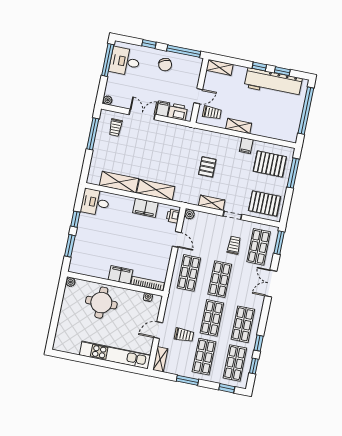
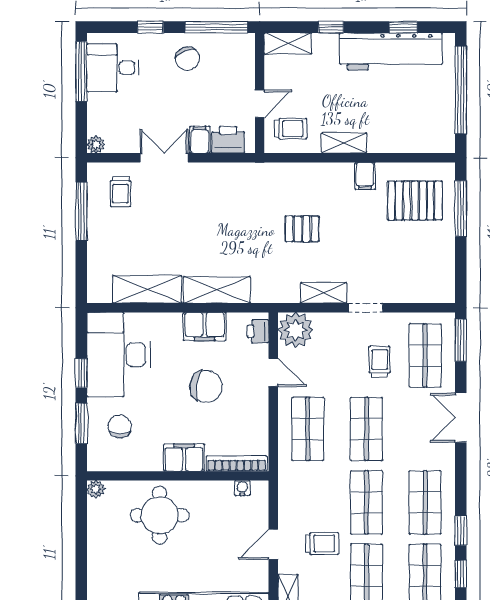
window: (259, 67) -> (331, 27), moved
pallet: (207, 167) -> (302, 229), turned 90
desk: (95, 202) -> (119, 355), width x1.87, depth x1.30
pallet: (265, 203) -> (420, 274), removed
plant: (189, 214) -> (296, 330), width x1.88, depth x1.88
chair: (140, 240) -> (206, 386), added
chair: (90, 251) -> (120, 426), added

